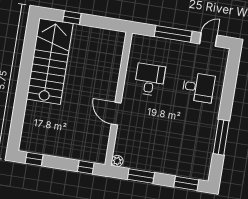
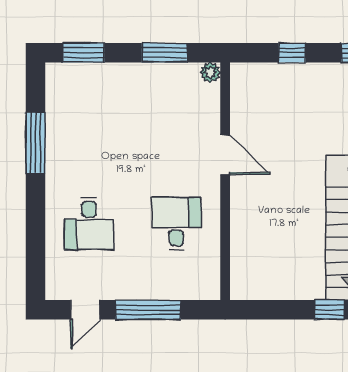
desk: (150, 80) -> (176, 224), turned 180
desk: (198, 87) -> (89, 224), turned -90
window: (86, 167) -> (292, 53), moved

